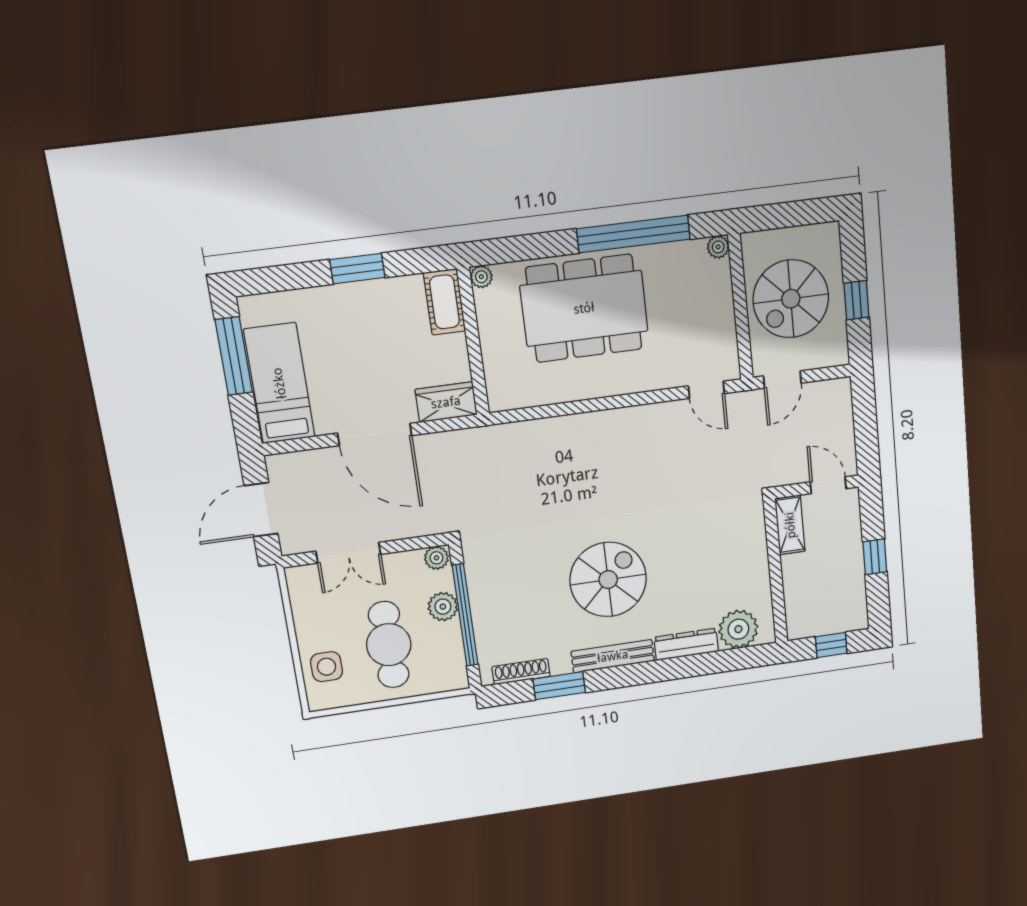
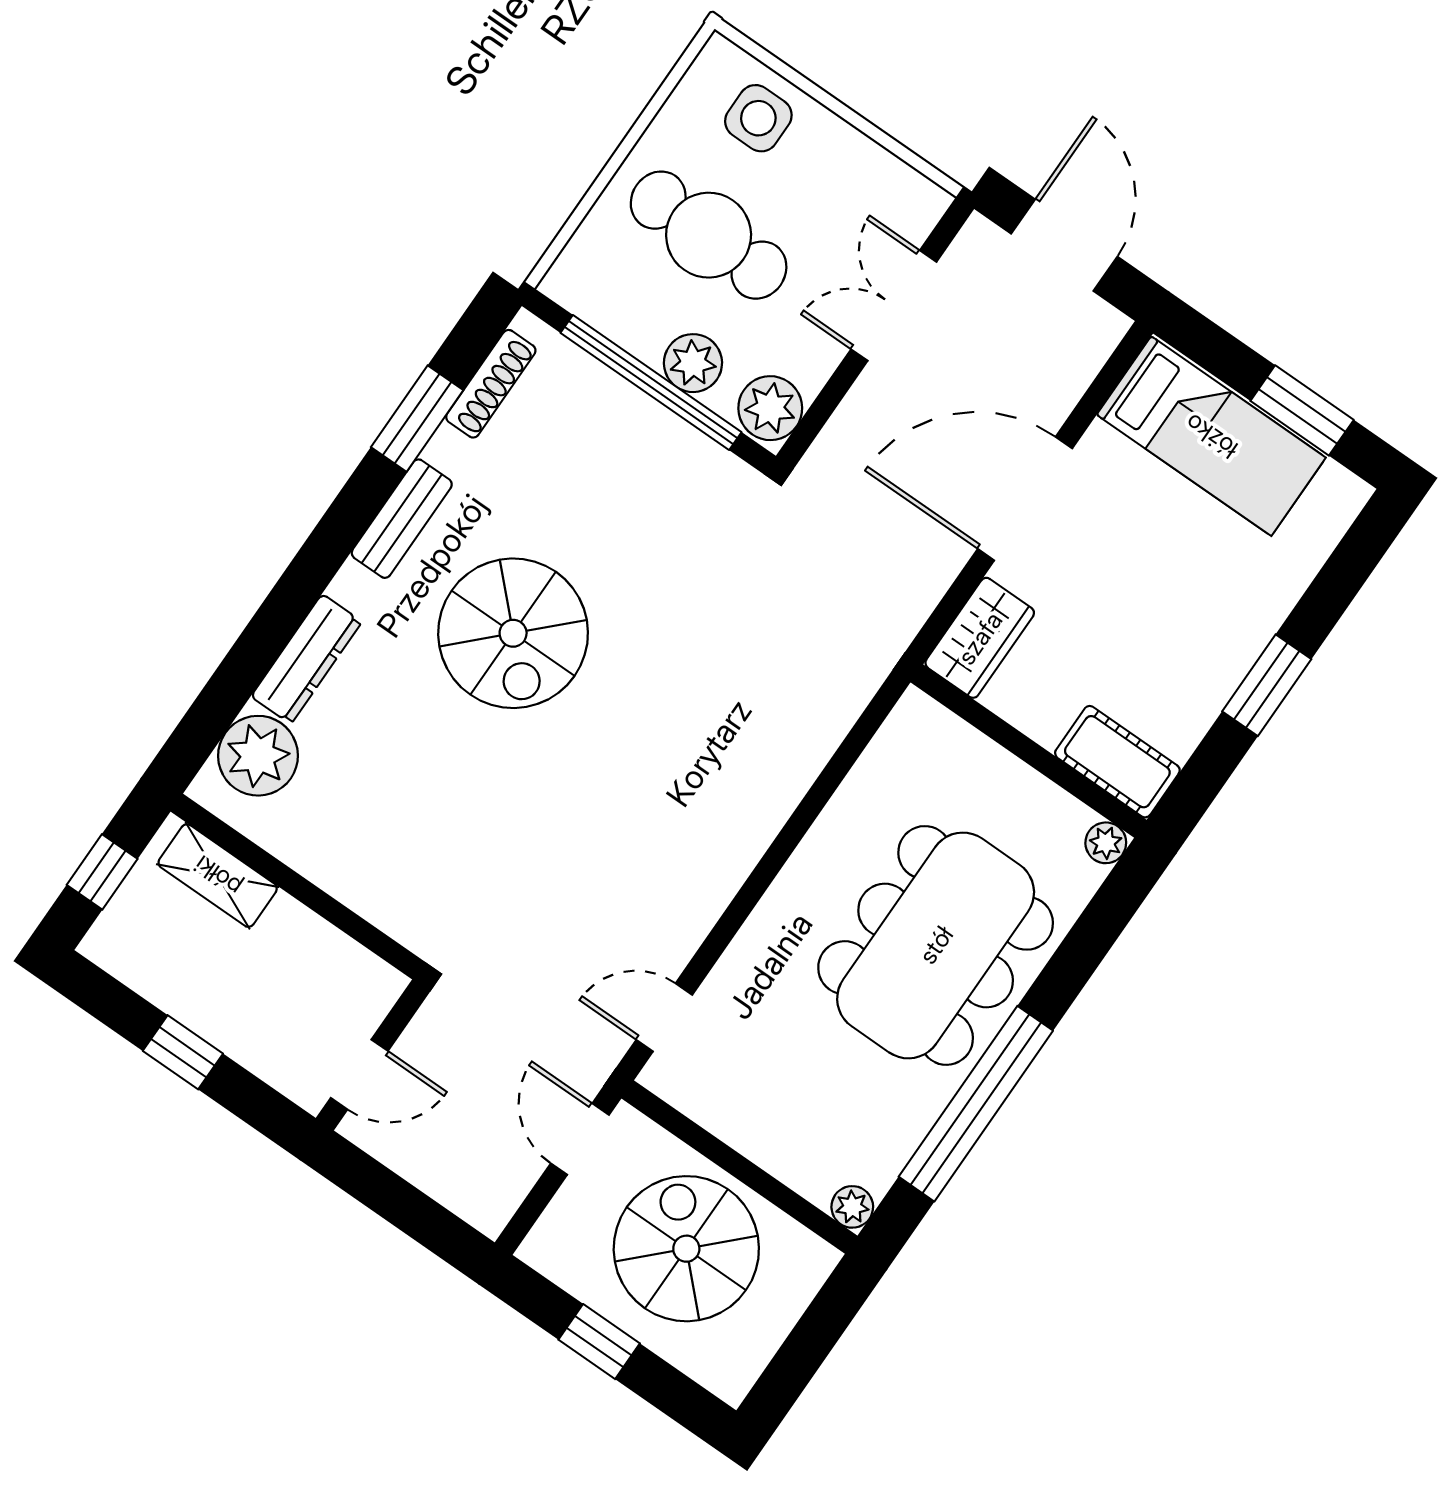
window: (234, 356) -> (1302, 410), width x0.69
shelving: (790, 525) -> (218, 876), moved
plant: (436, 558) -> (770, 408), width x1.38, depth x1.38
bench: (613, 656) -> (402, 519), width x0.73

